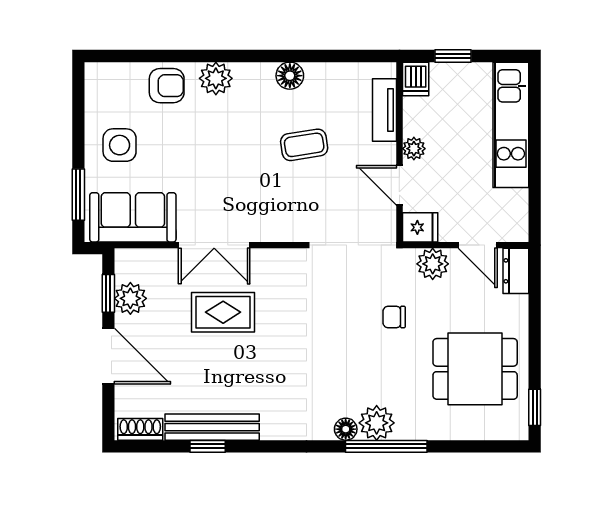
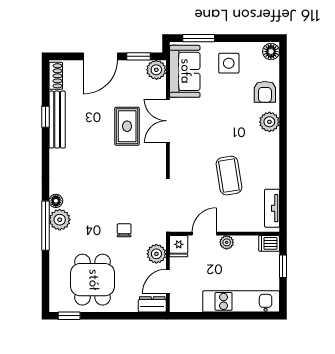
floor lamp: (290, 76) -> (271, 52), moved
tv unit: (385, 110) -> (272, 208), moved, turned -90
coffee table: (304, 145) -> (229, 176), width x1.36, depth x1.30
plant: (130, 298) -> (156, 70), moved

